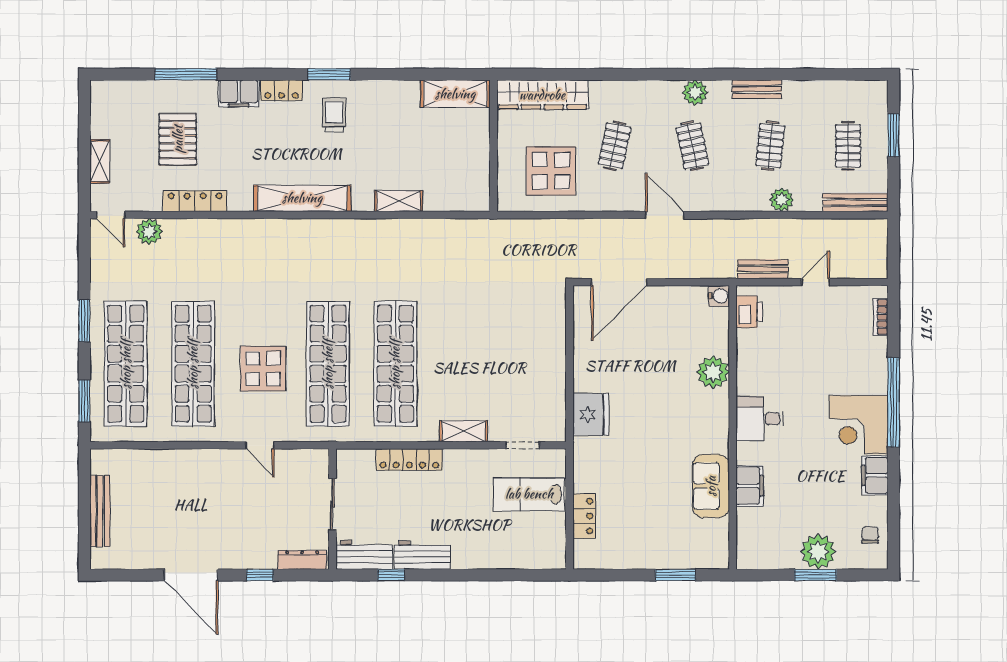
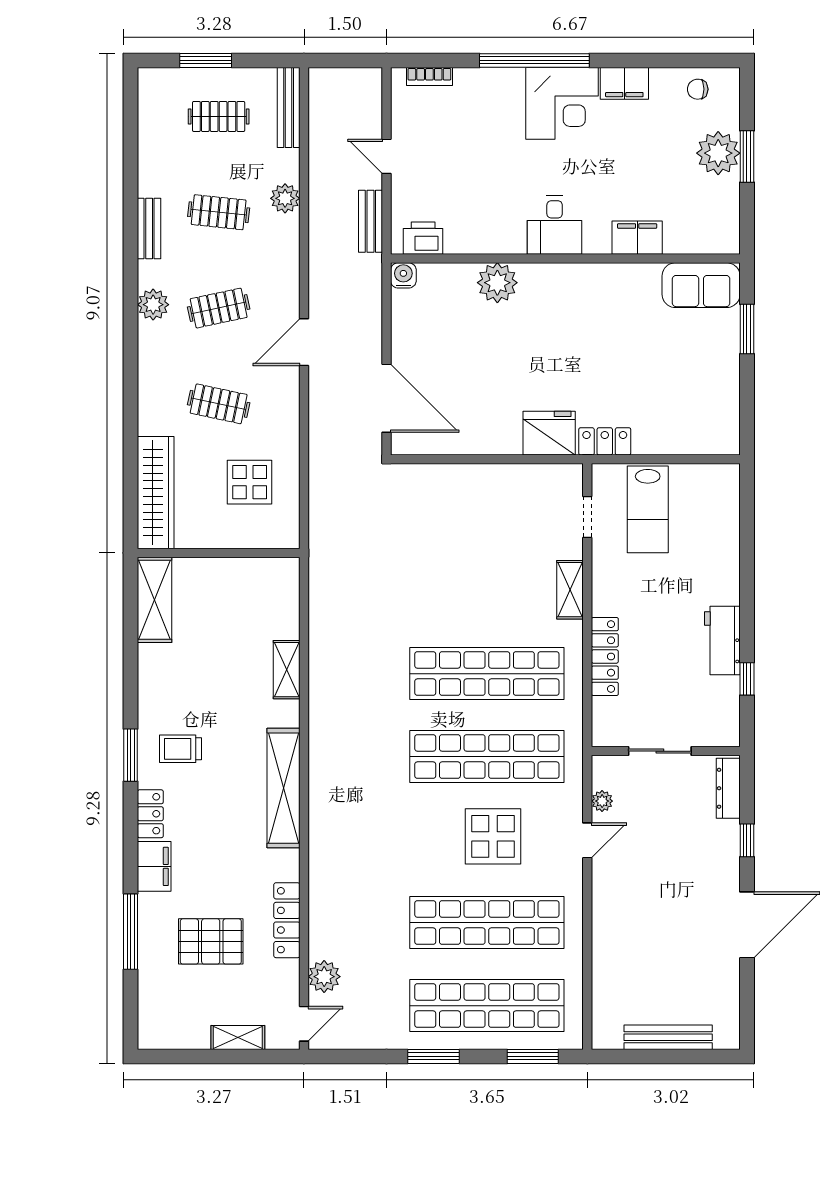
display table: (551, 171) -> (250, 482), width x0.73, depth x0.73
plant: (292, 457) -> (602, 801), added
sofa: (711, 486) -> (701, 285), moved
locker: (584, 516) -> (605, 441), moved
workbench: (364, 555) -> (722, 712), removed

